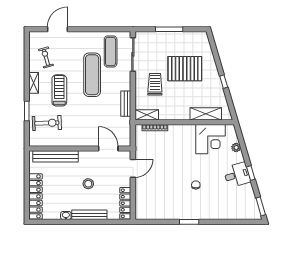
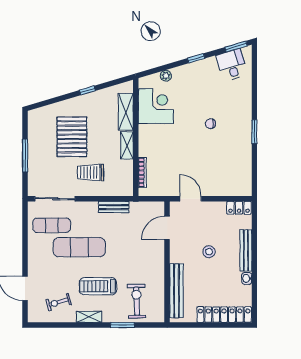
shelving: (147, 115) -> (127, 145), moved
desk: (237, 175) -> (232, 65), moved
locker: (125, 203) -> (239, 208), width x0.66

